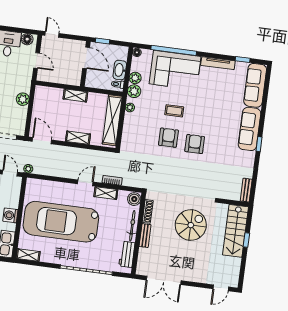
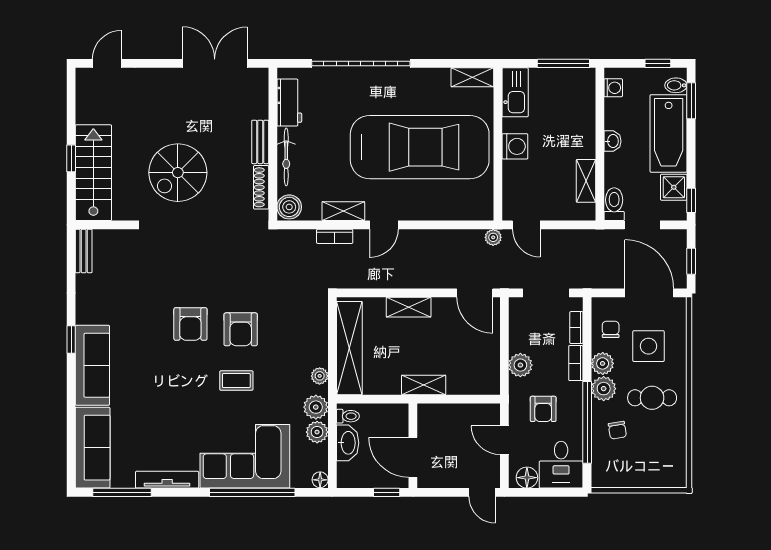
window: (243, 60) -> (122, 492), width x2.17
armchair: (14, 74) -> (543, 409), added

